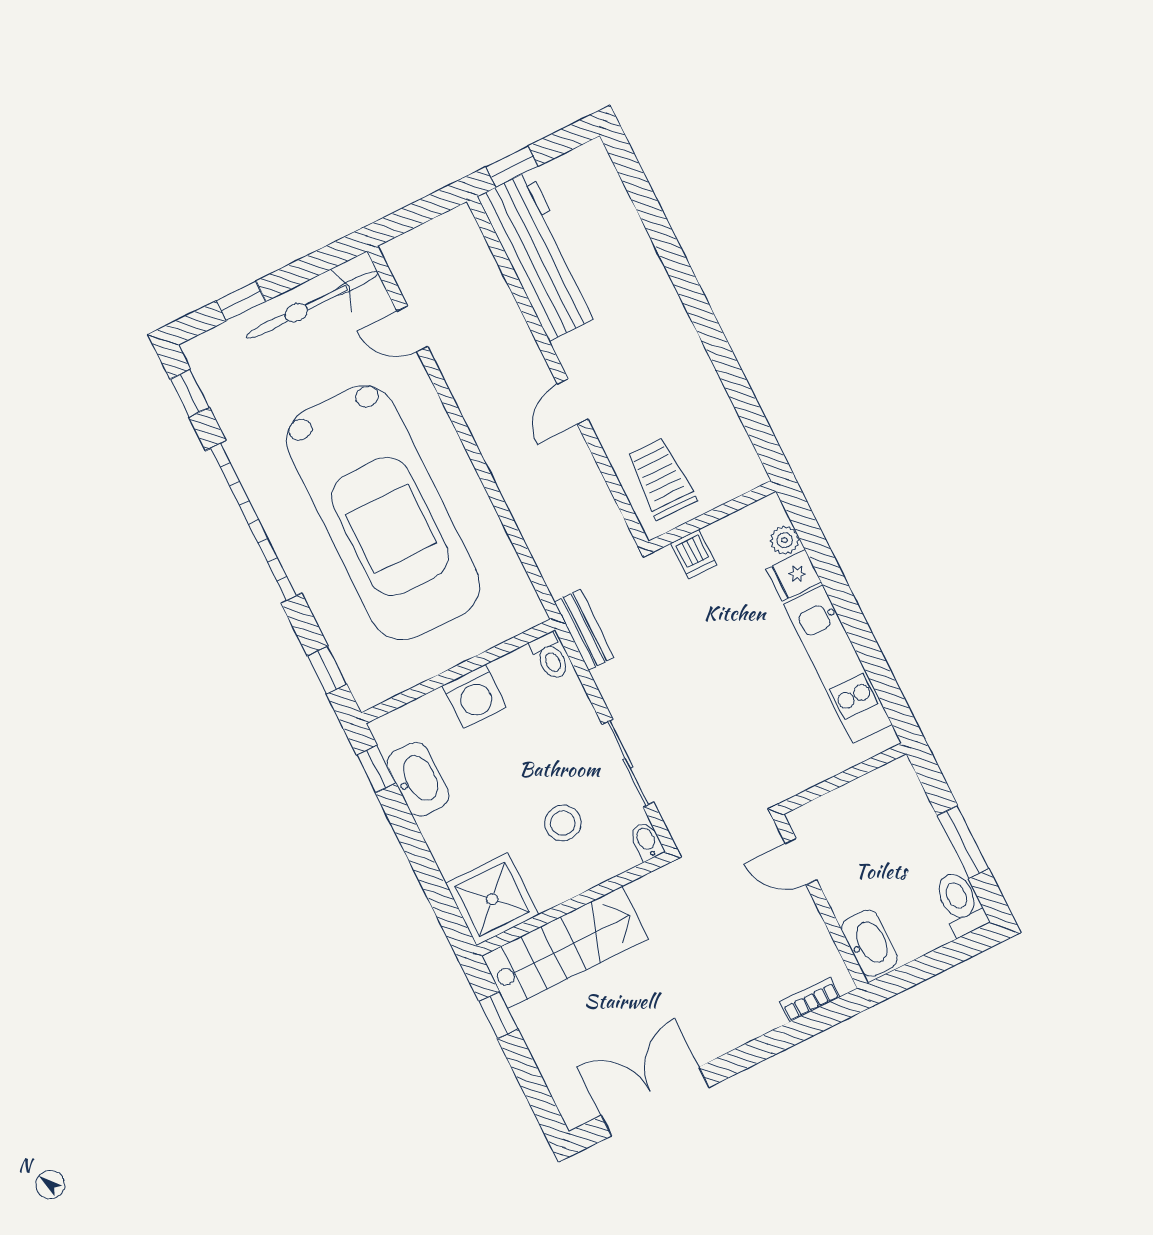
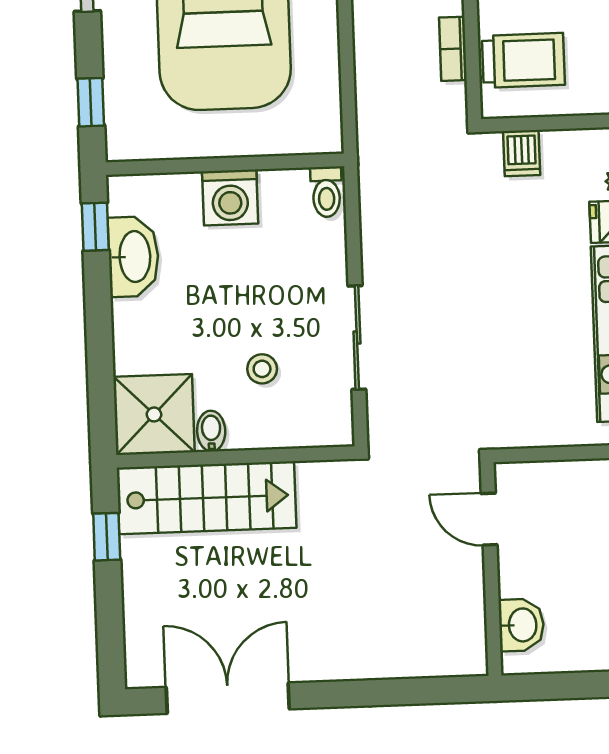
trolley: (661, 479) -> (523, 60), turned 90
bench: (584, 630) -> (374, 180), removed
stool: (563, 823) -> (262, 369), width x0.73, depth x0.73
bidet: (647, 841) -> (211, 431), moved
washbasin: (869, 943) -> (521, 625), width x0.72
bookcase: (810, 999) -> (453, 49), moved, turned -90

